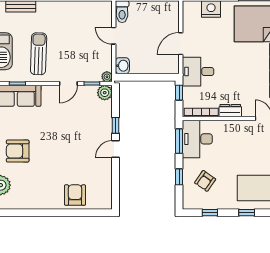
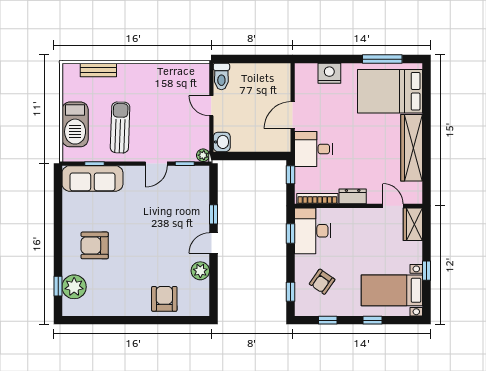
plant: (105, 93) -> (200, 271), moved
window: (179, 141) -> (291, 234), width x0.67
window: (179, 177) -> (291, 292), moved

